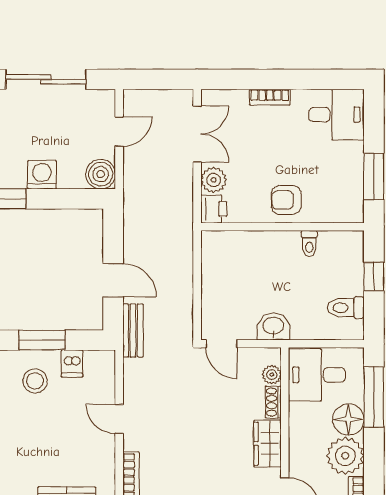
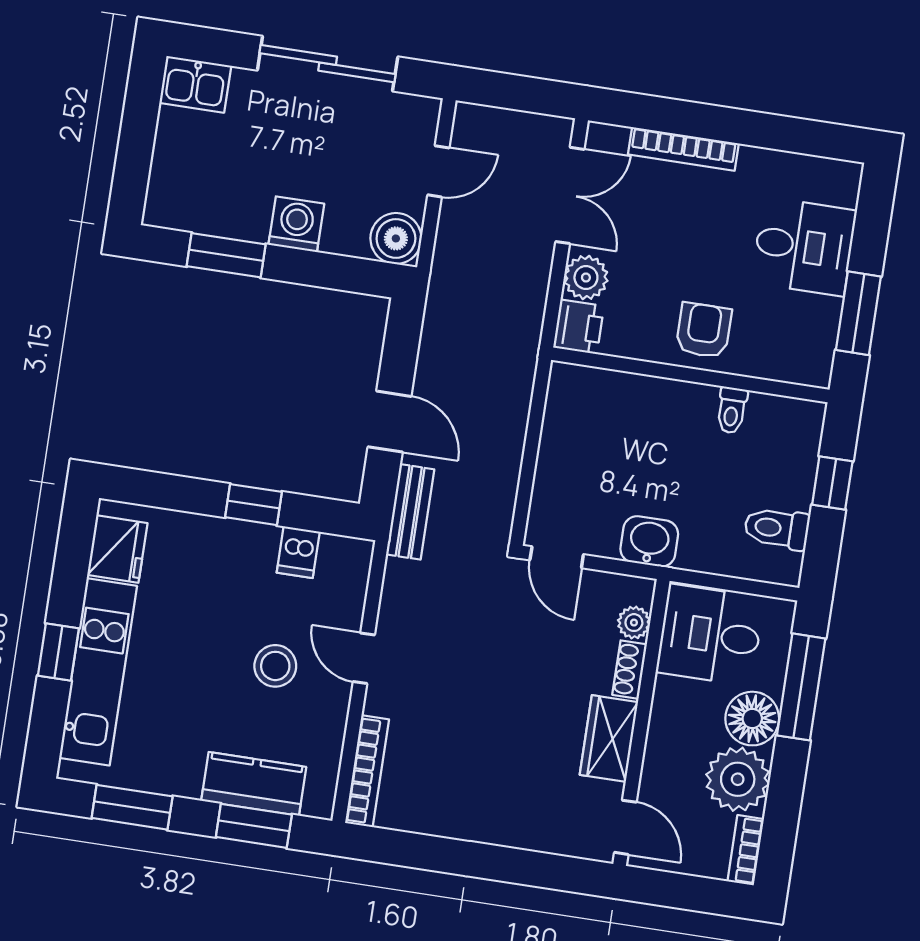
bookcase: (270, 97) -> (683, 149), width x1.56
desk: (336, 115) -> (804, 247), moved
armchair: (286, 200) -> (704, 330), turned 90
window: (42, 340) -> (254, 505), width x0.67
stool: (35, 381) -> (275, 666), moved

